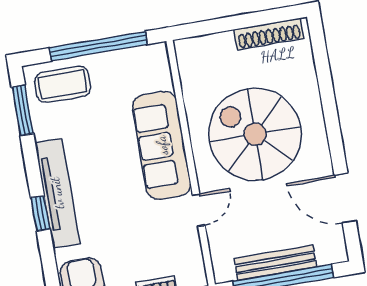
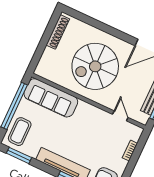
sofa: (162, 145) -> (51, 98), moved
door: (199, 210) -> (120, 116), moved

